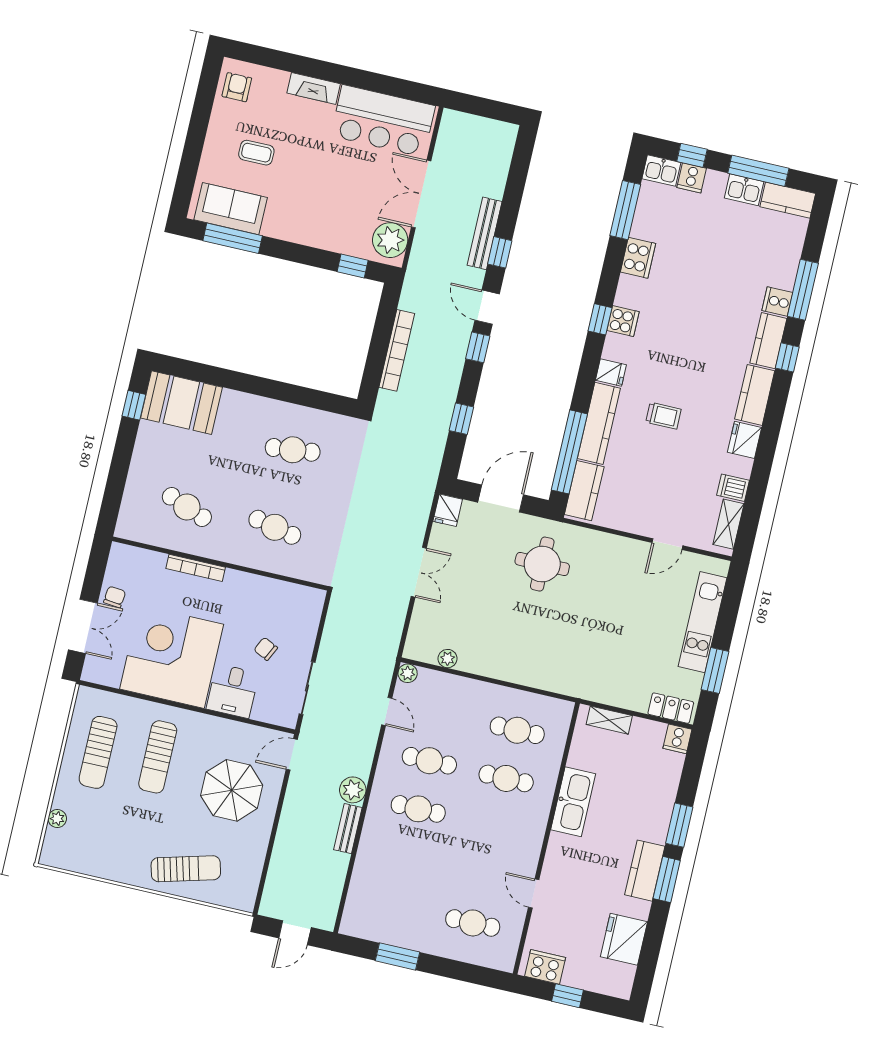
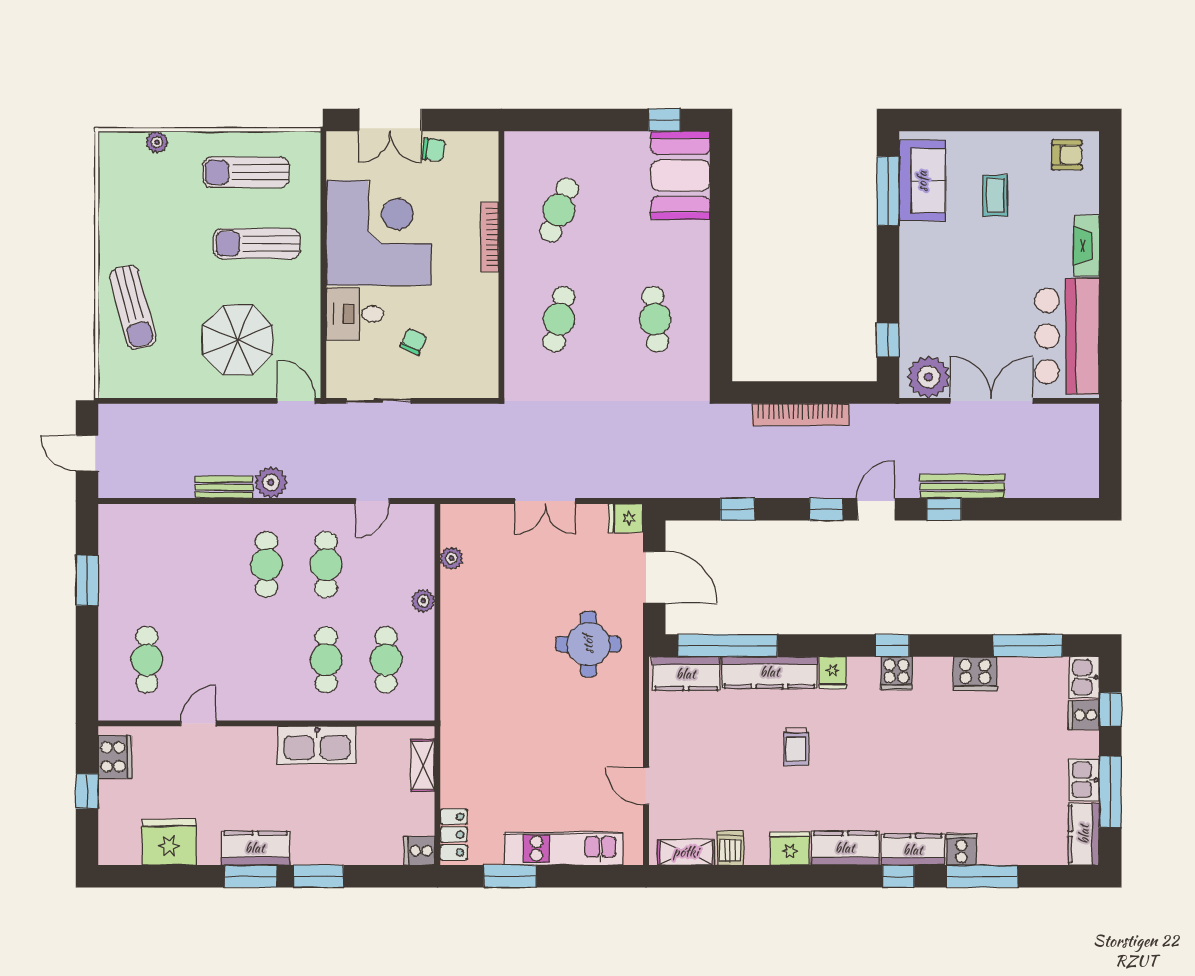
plant: (408, 673) -> (423, 601), moved

